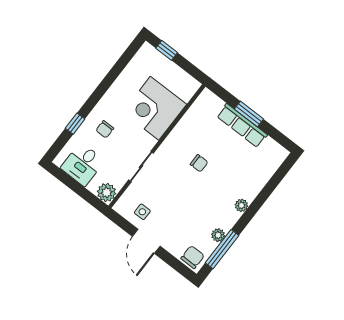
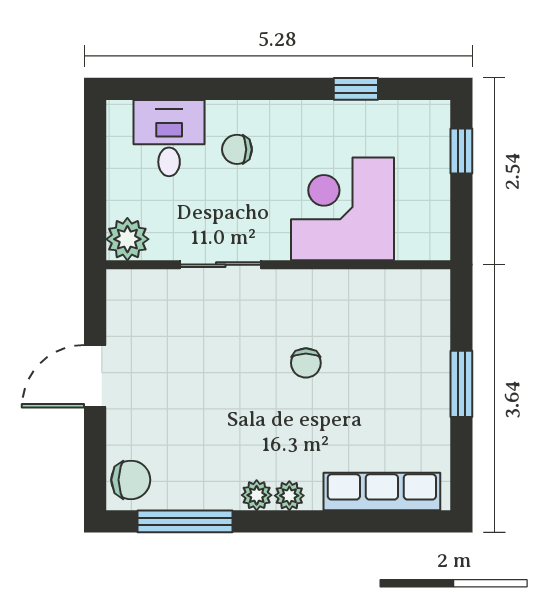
window: (75, 124) -> (356, 89), moved
row of seats: (242, 126) -> (382, 491), moved, turned 90
desk: (83, 164) -> (169, 138), moved, turned 90
side table: (142, 212) -> (142, 329), removed
plant: (218, 235) -> (257, 495), moved

